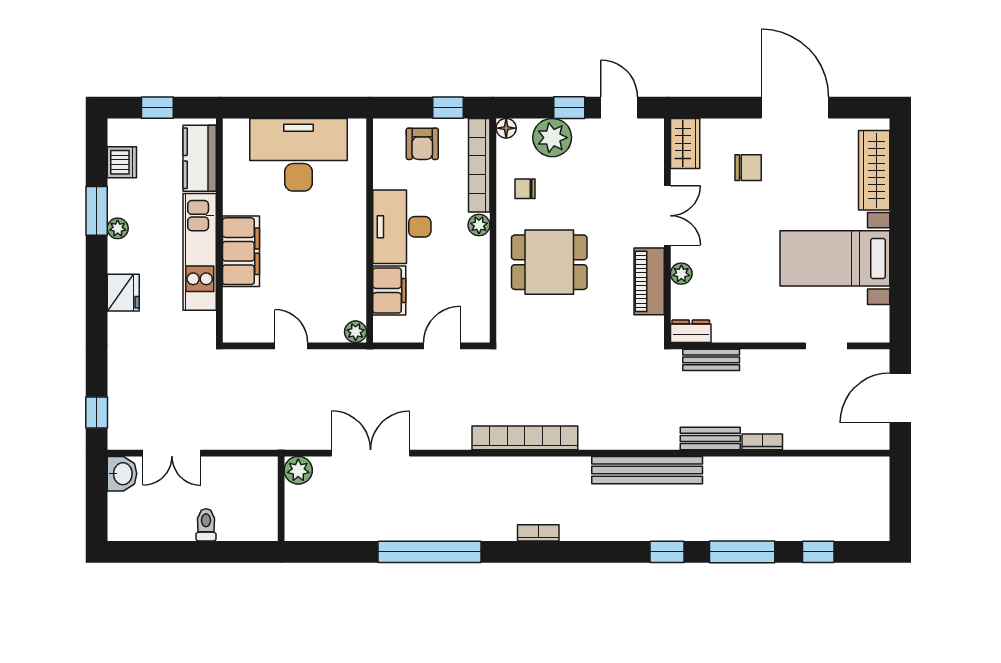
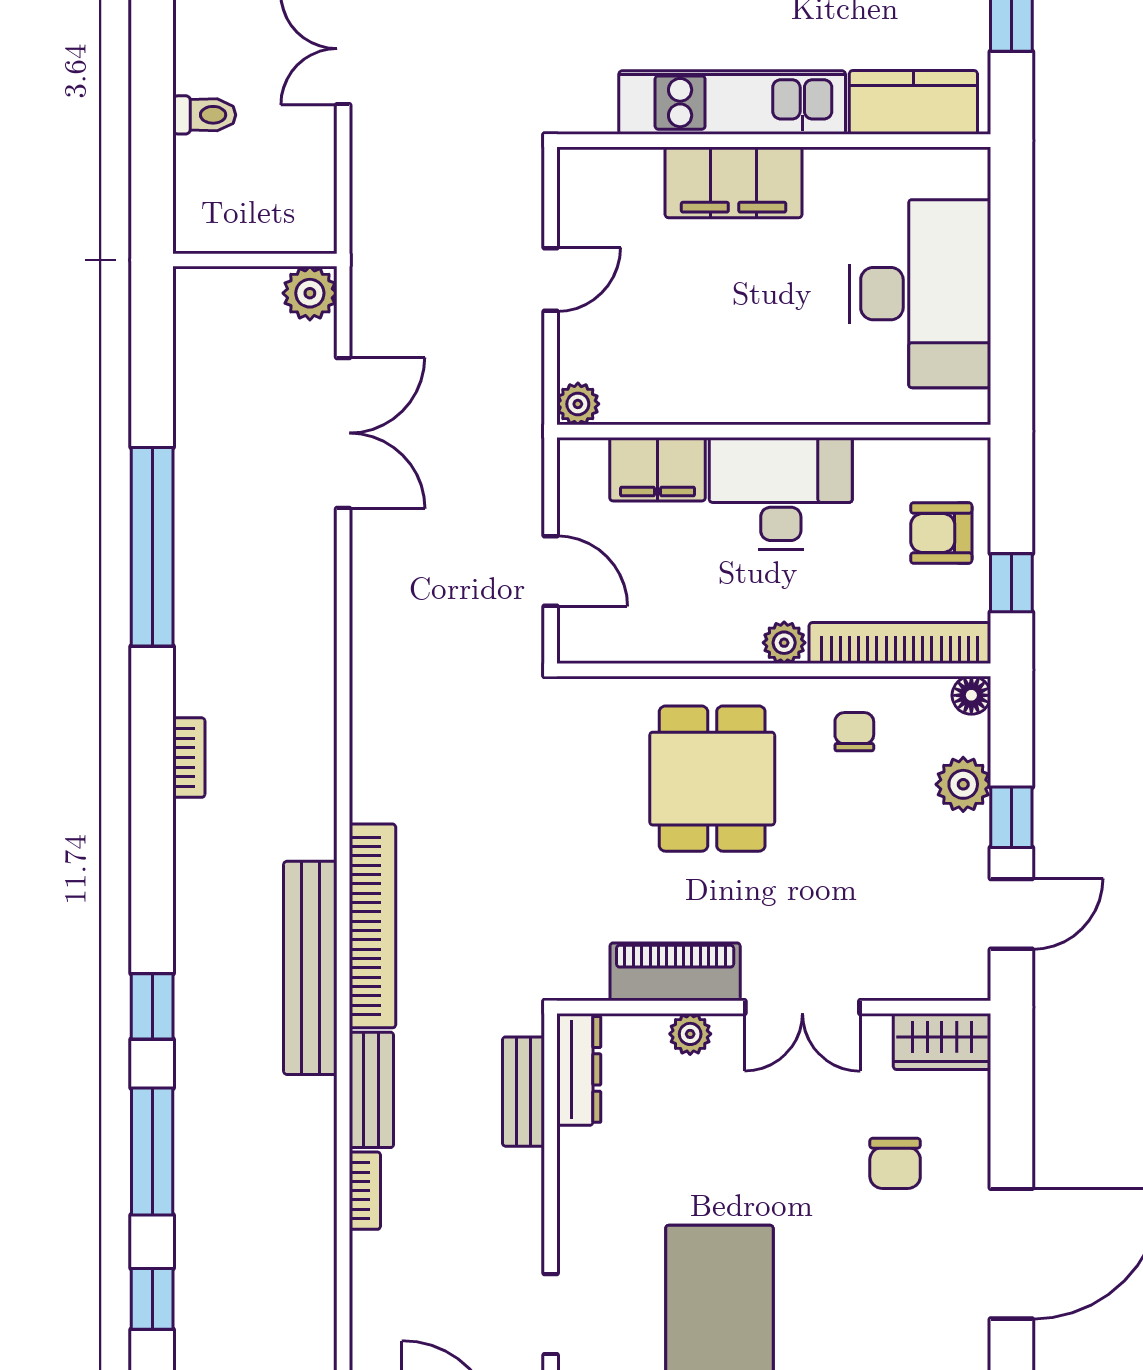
plant: (552, 138) -> (963, 784), width x0.73, depth x0.73
dresser: (691, 331) -> (579, 1069), width x1.44
bookcase: (525, 438) -> (372, 926), moved

